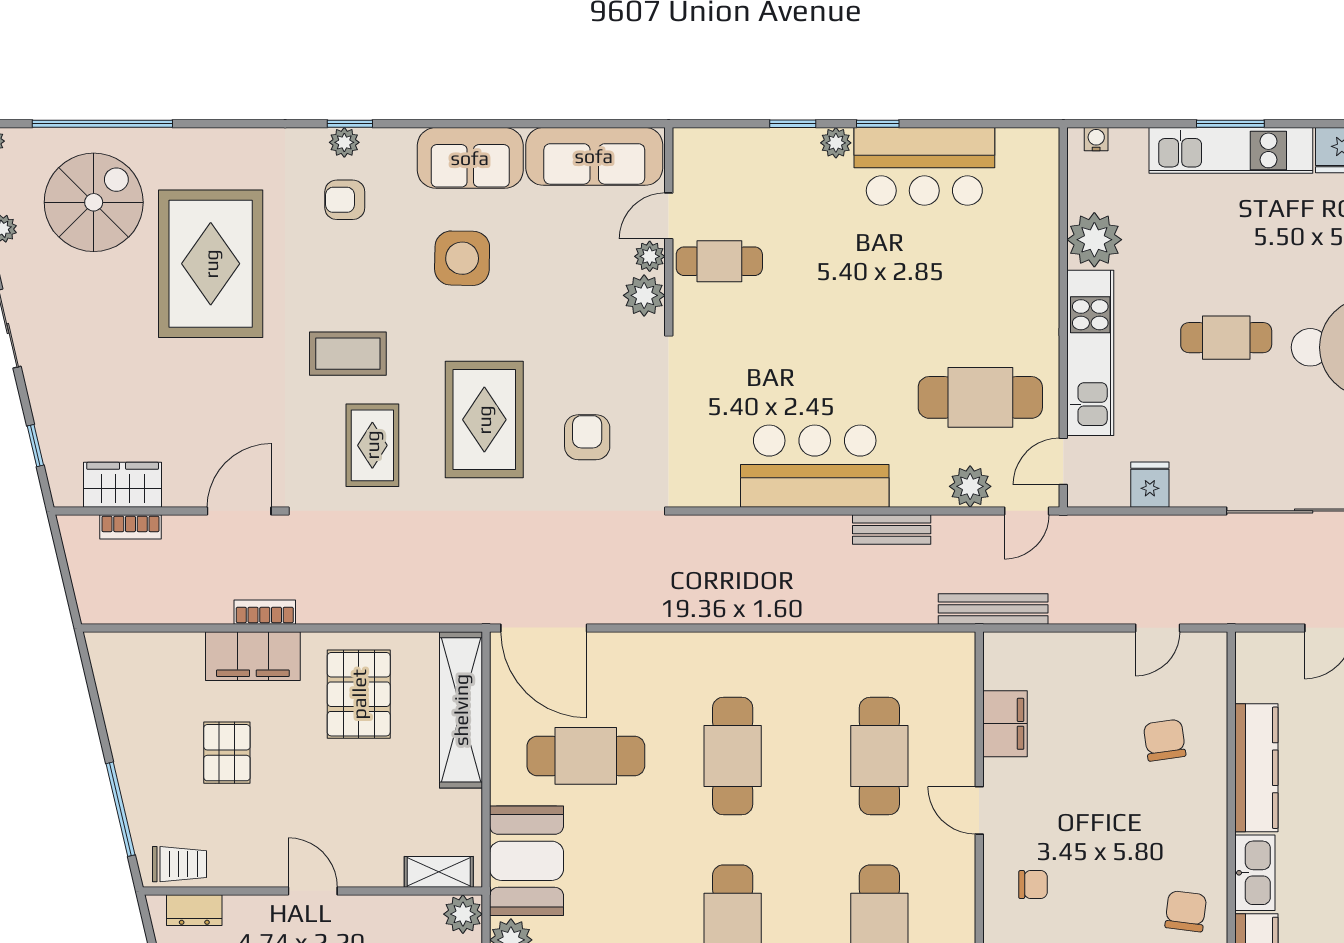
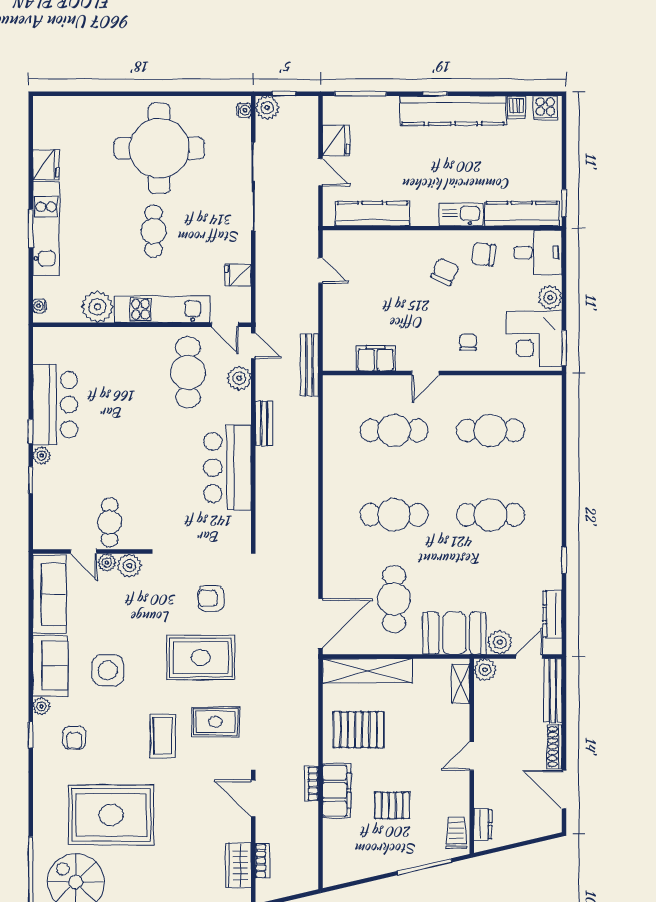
plant: (344, 142) -> (41, 706), moved
chair: (1165, 740) -> (445, 271), moved, turned 123
kitchen counter: (1256, 768) -> (372, 214), moved

